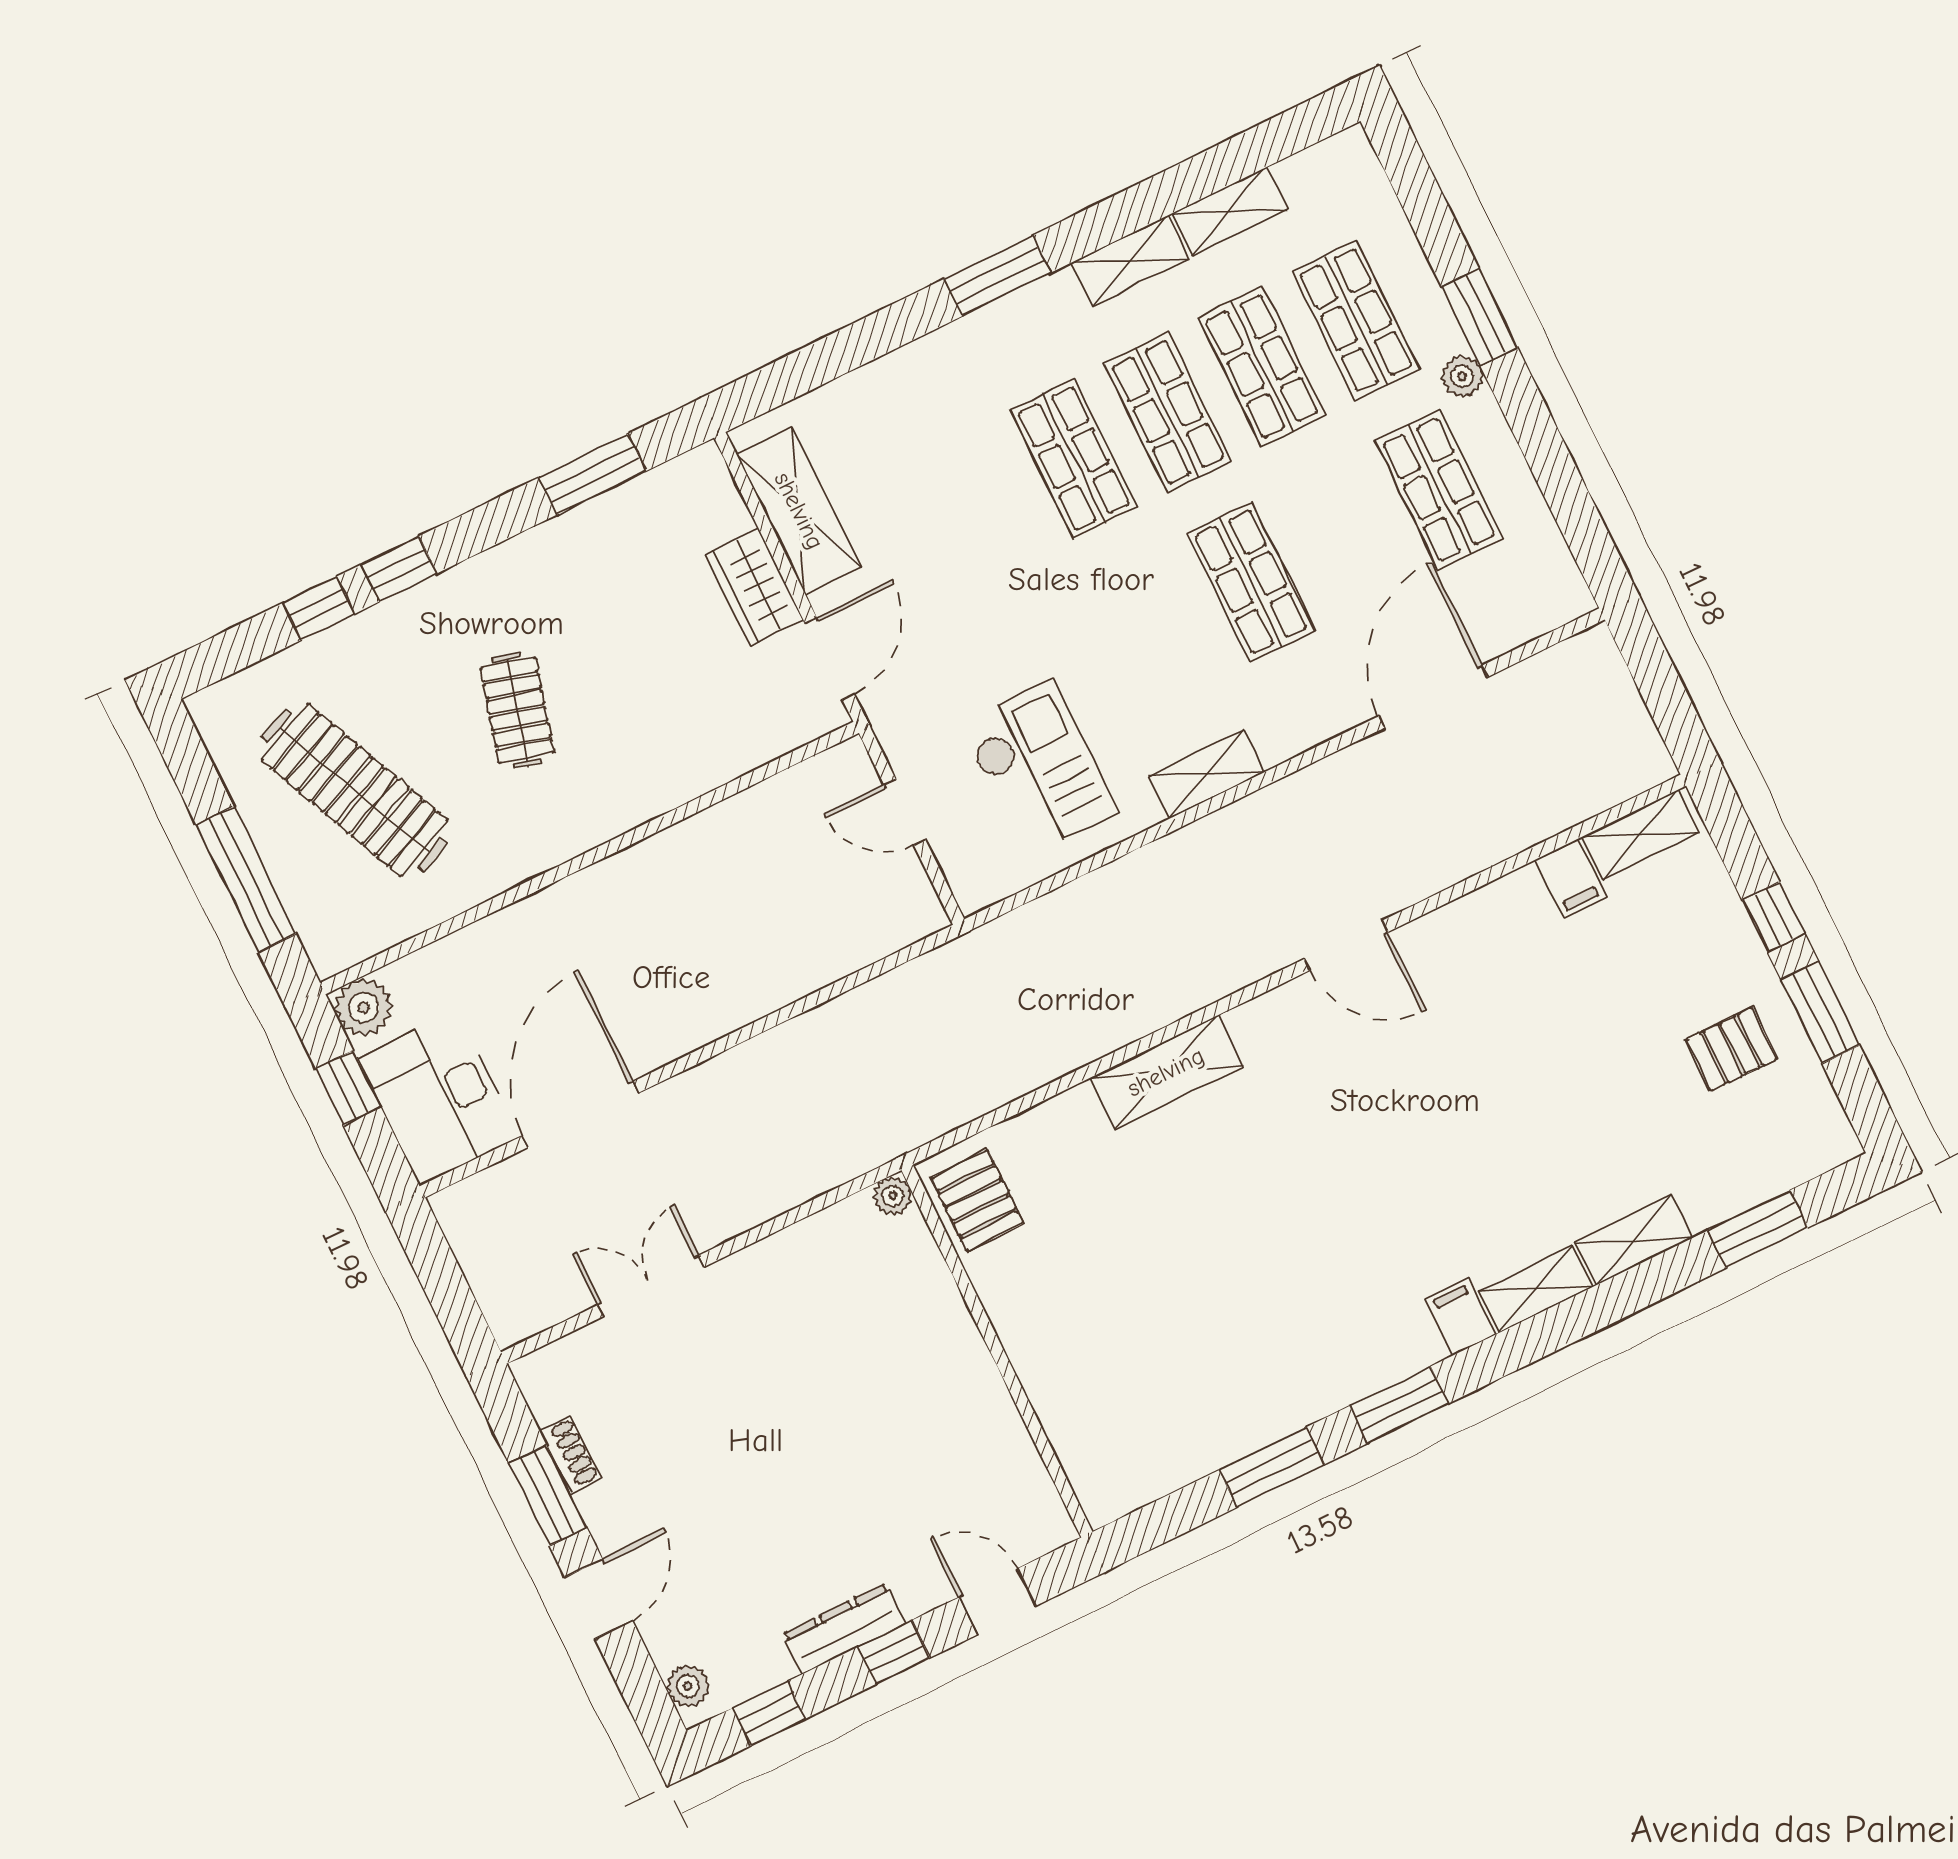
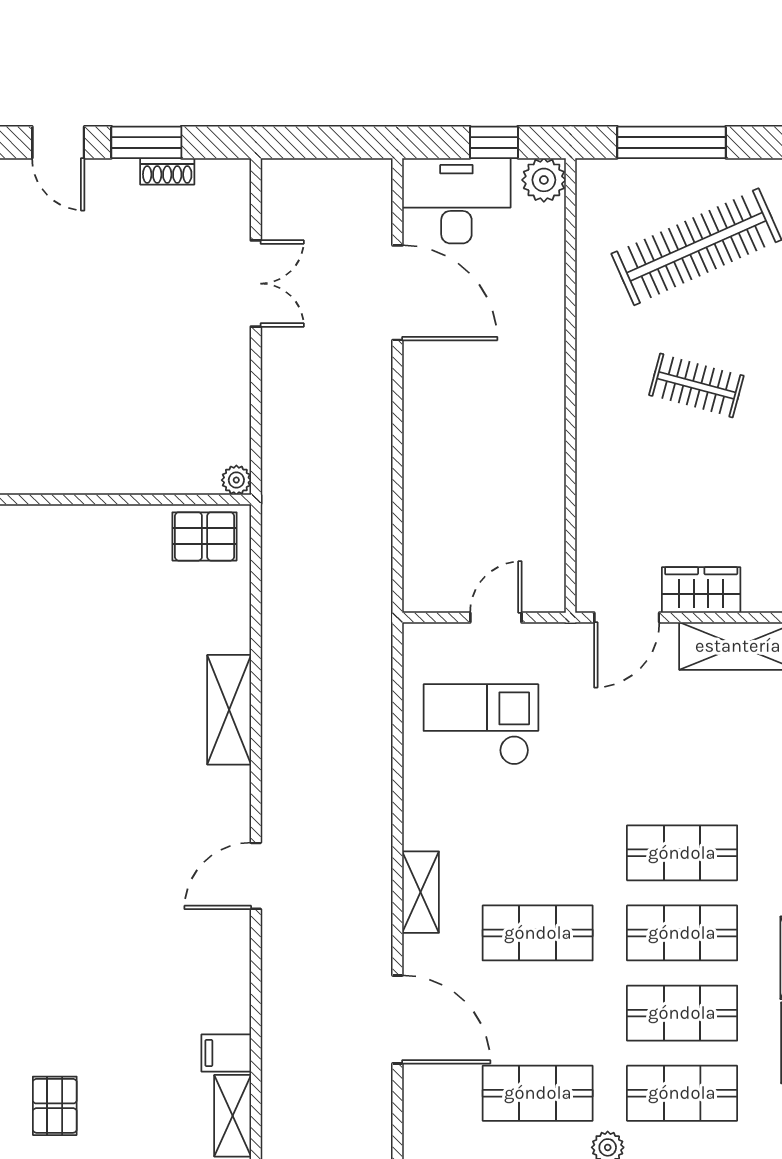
door: (830, 659) -> (627, 618), hinge flipped
checkout: (1039, 768) -> (481, 724), turned 180
shelving: (1207, 774) -> (421, 892), moved

